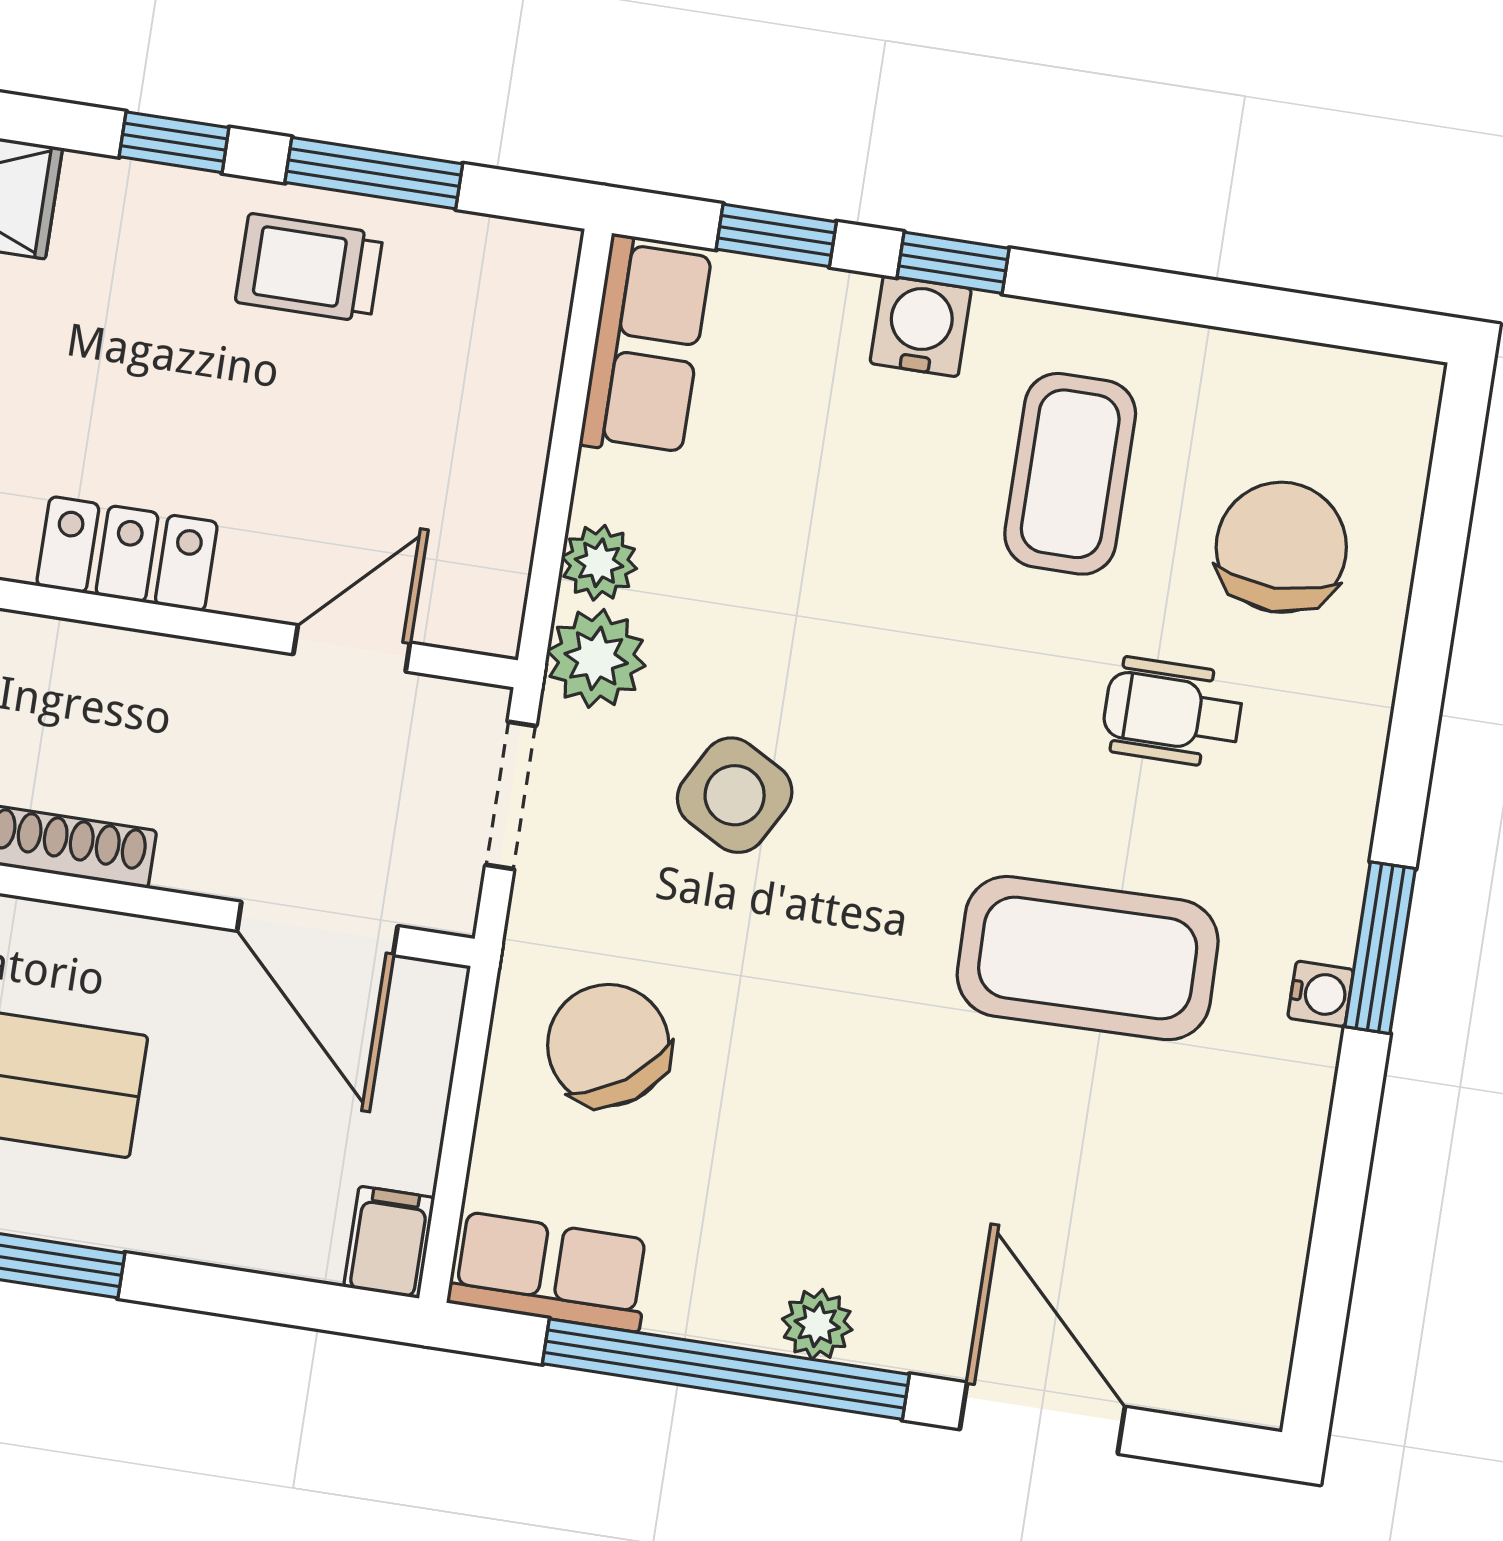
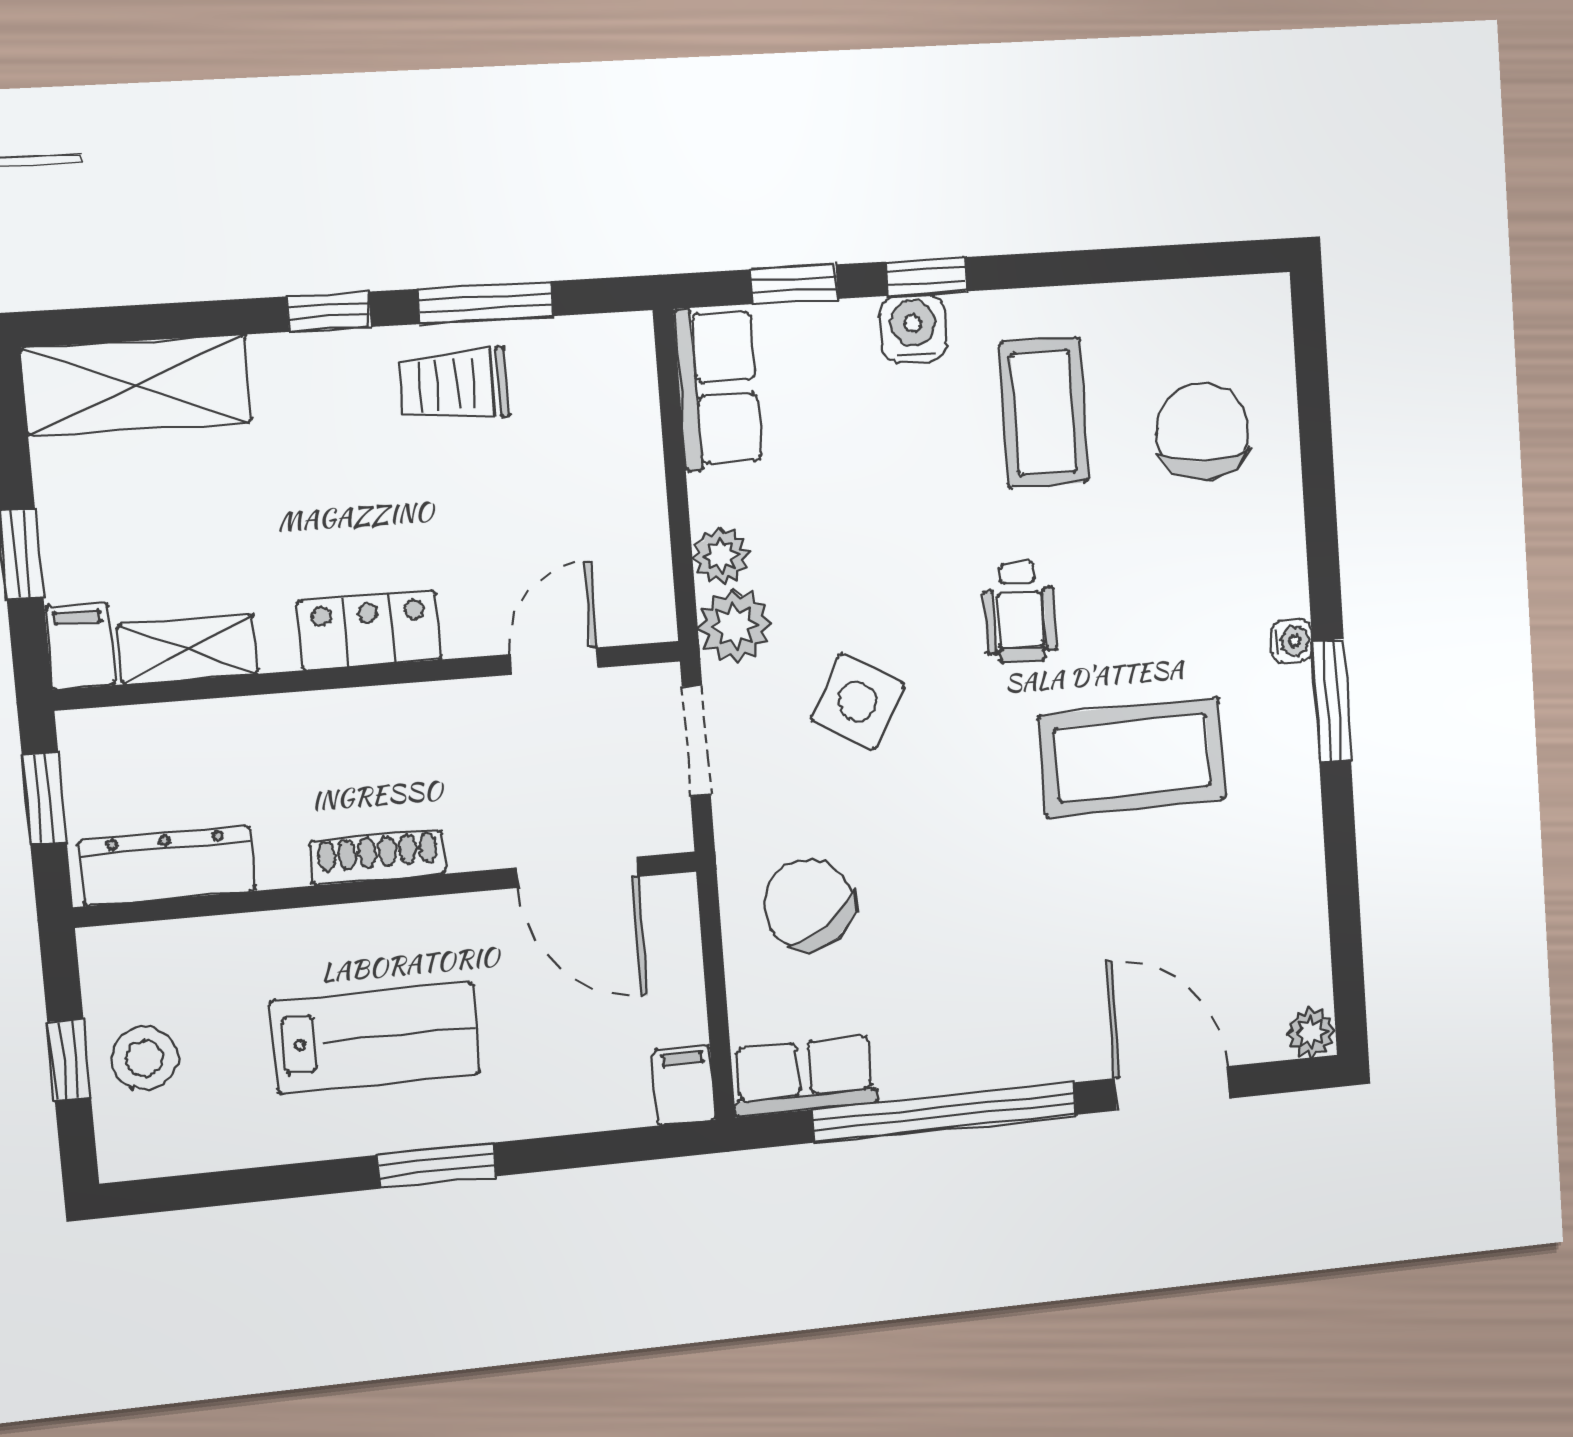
wheelchair: (1172, 712) -> (1020, 612), moved, turned -90
water cooler: (1321, 994) -> (1292, 641), moved
plant: (817, 1324) -> (1311, 1032), moved

